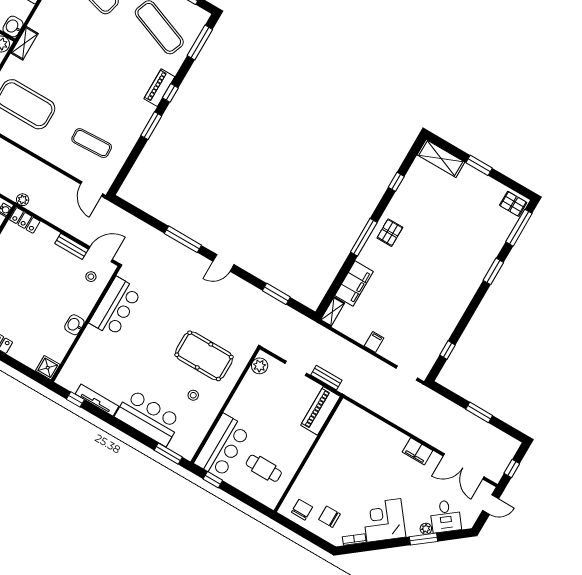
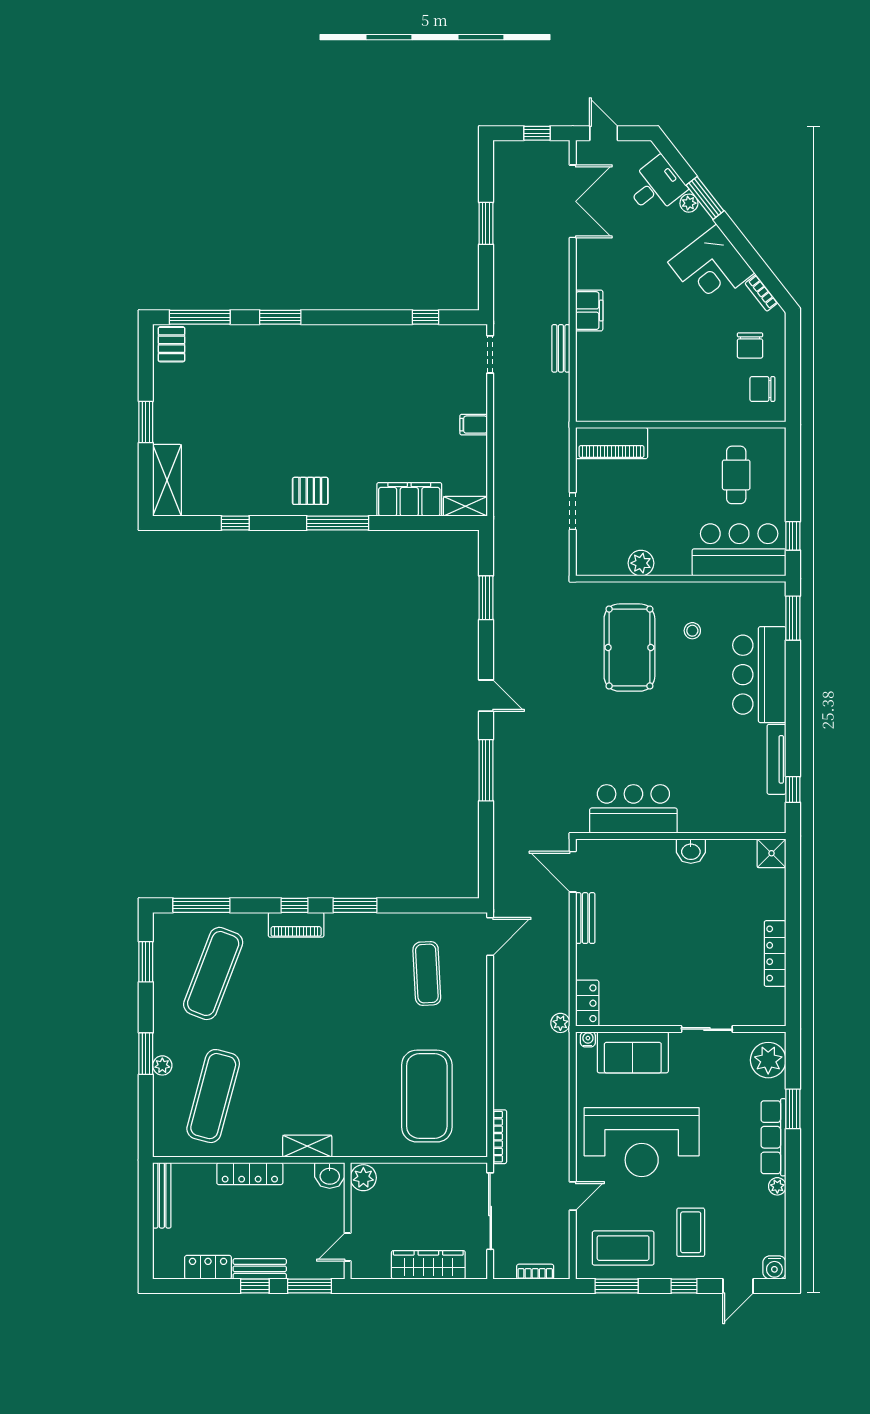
shelving: (24, 43) -> (307, 1146), moved
stool: (91, 277) -> (611, 867), removed
plant: (260, 366) -> (641, 563), moved
bench: (326, 378) -> (561, 348), moved
filing cabinet: (418, 451) -> (589, 311), moved

